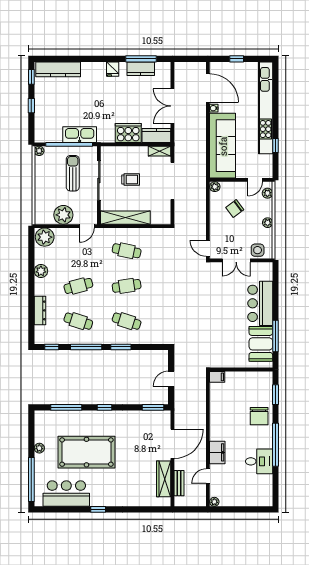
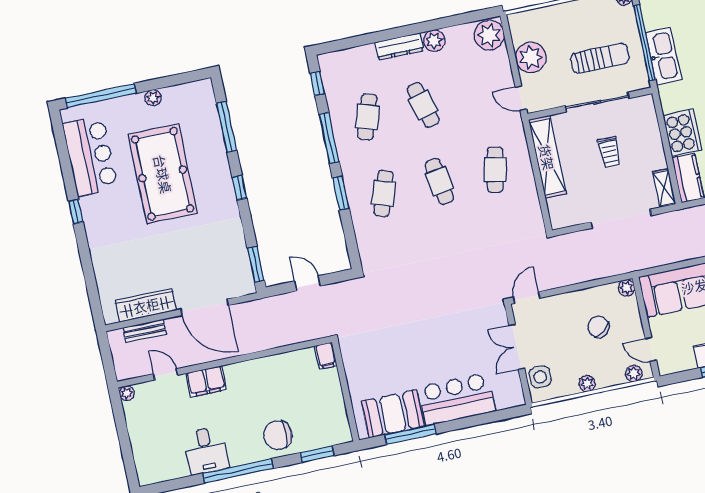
dresser: (40, 310) -> (399, 46), moved

